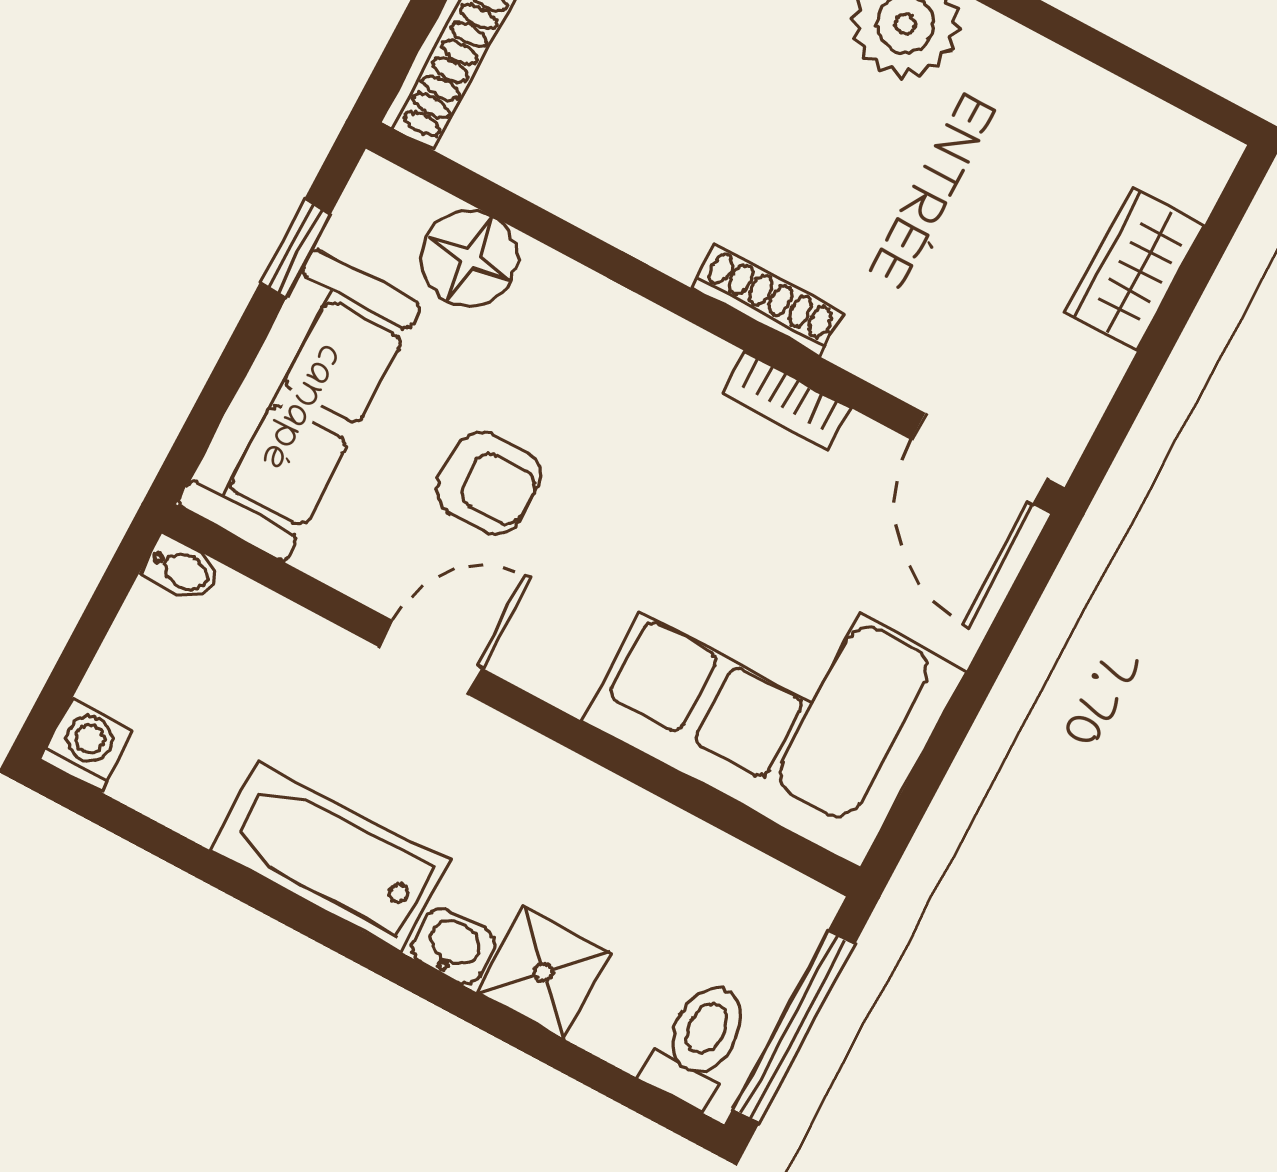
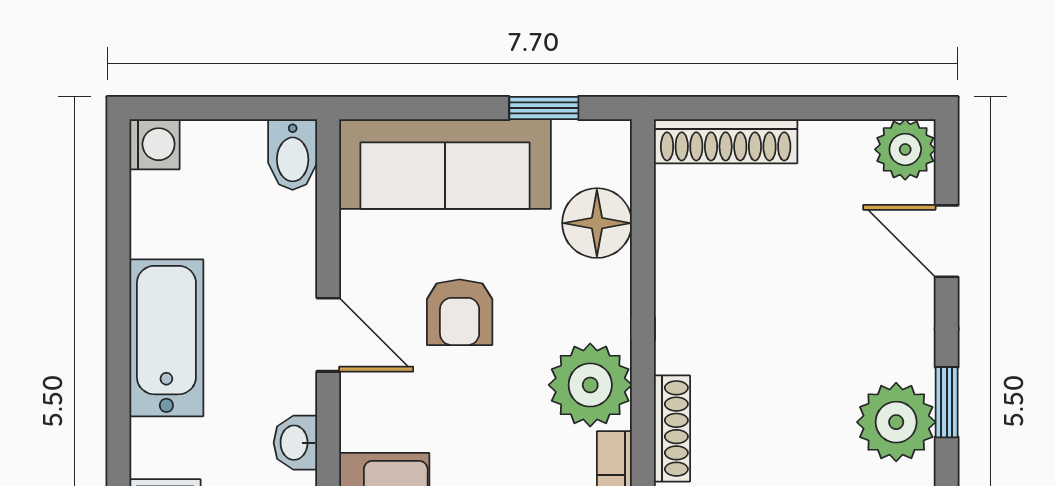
plant: (662, 372) -> (590, 385), added
bidet: (182, 570) -> (293, 154), width x1.38, depth x1.36
washbasin: (453, 946) -> (295, 443), moved, turned 180

